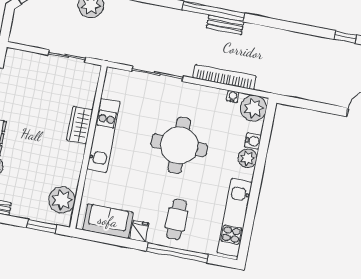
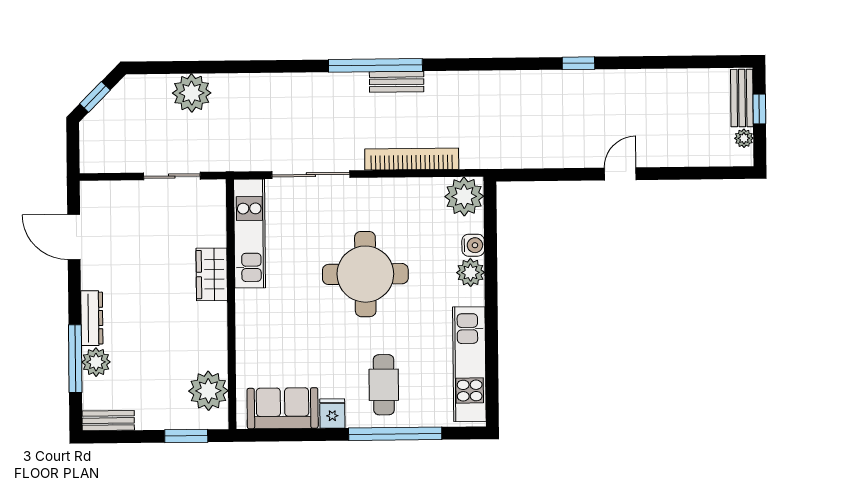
water cooler: (233, 96) -> (430, 185), removed
kitchen unit: (104, 135) -> (250, 234), moved

